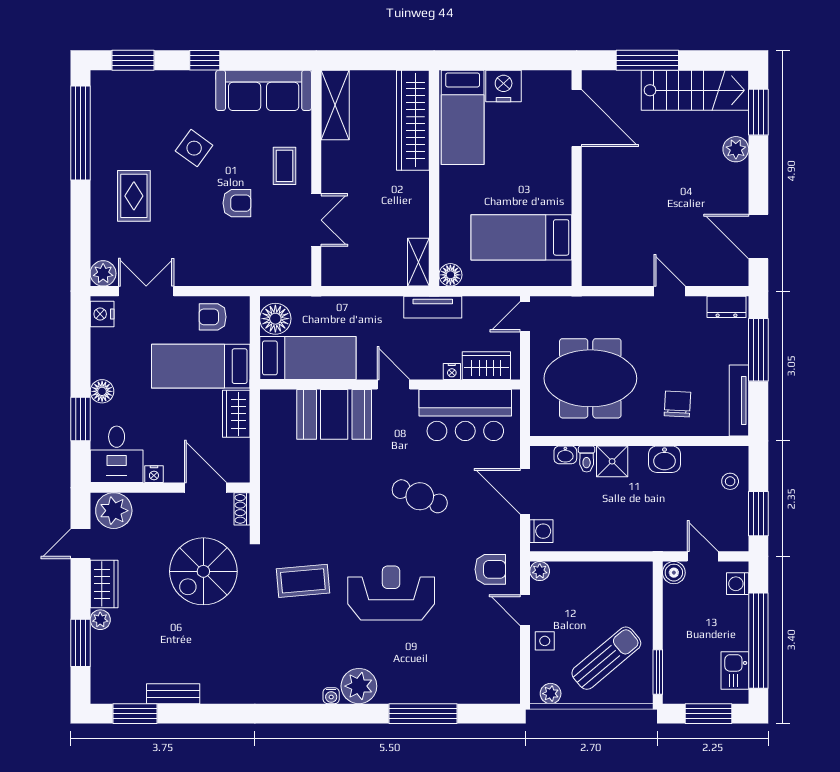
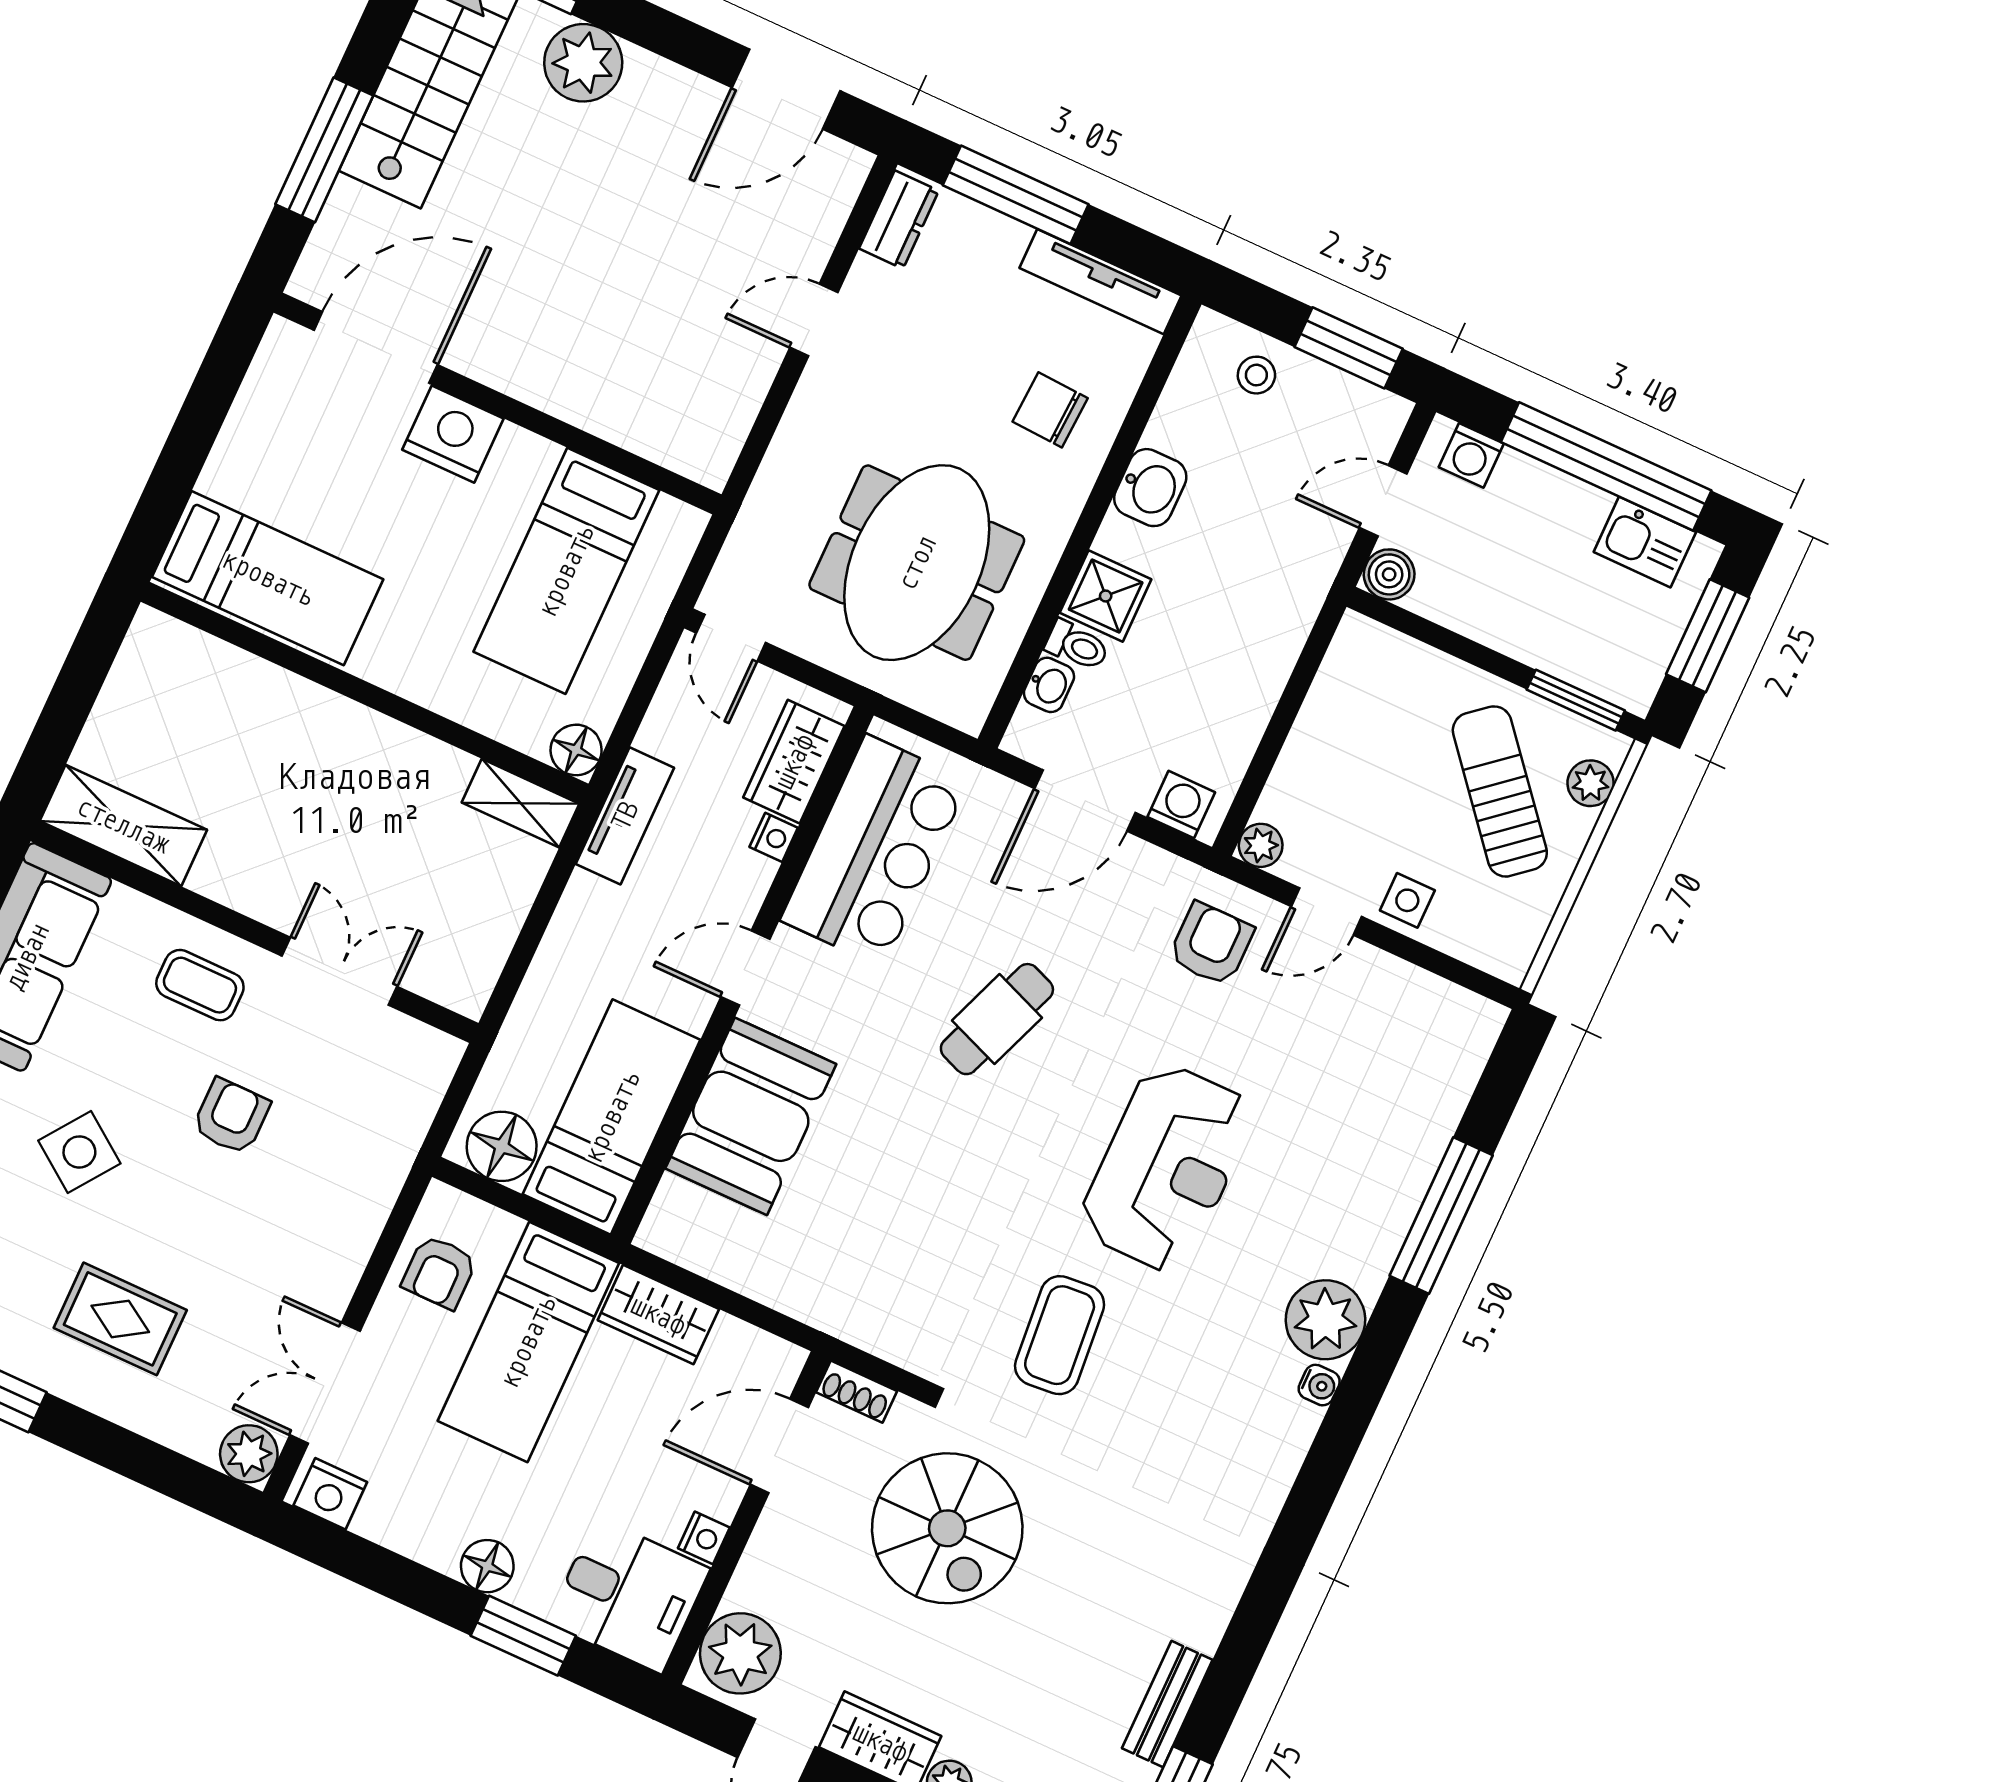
nightstand: (504, 86) -> (453, 434), moved, turned 90
wardrobe: (413, 120) -> (227, 682), removed
plant: (736, 149) -> (583, 63), width x1.36, depth x1.36
reception desk: (391, 593) -> (1167, 1168), turned 180
plant: (551, 694) -> (1591, 783), moved

